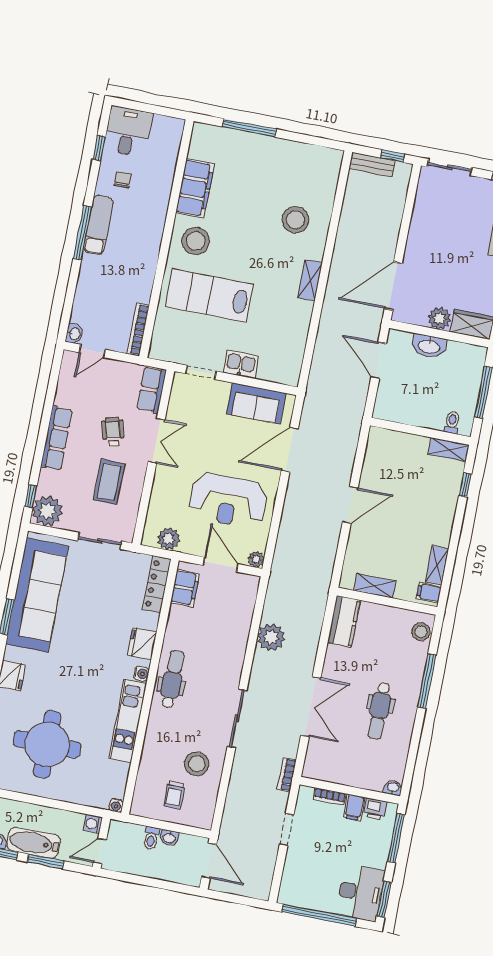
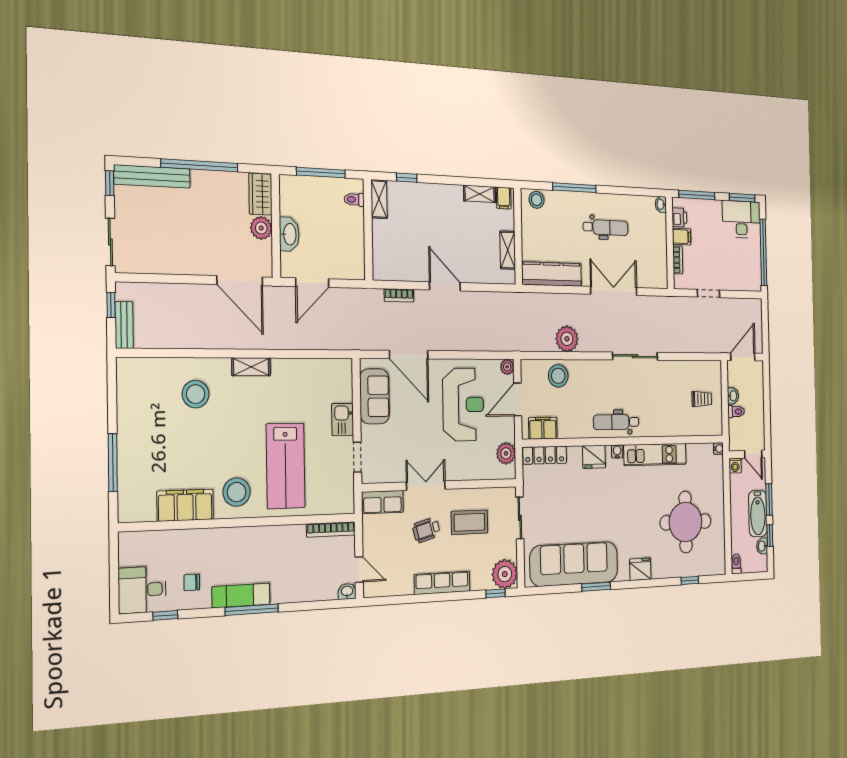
kitchen counter: (344, 622) -> (552, 274), width x1.50
stool: (197, 764) -> (558, 376), moved
bookcase: (287, 775) -> (399, 295), moved

